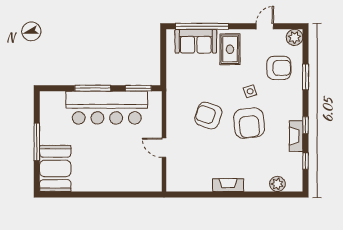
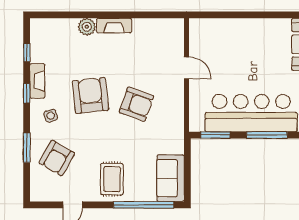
plant: (295, 37) -> (39, 192), removed
sofa: (196, 41) -> (171, 178), moved, turned -90
armchair: (279, 68) -> (57, 158), turned -60
side table: (250, 91) -> (51, 116), moved
plant: (277, 184) -> (87, 27), moved

